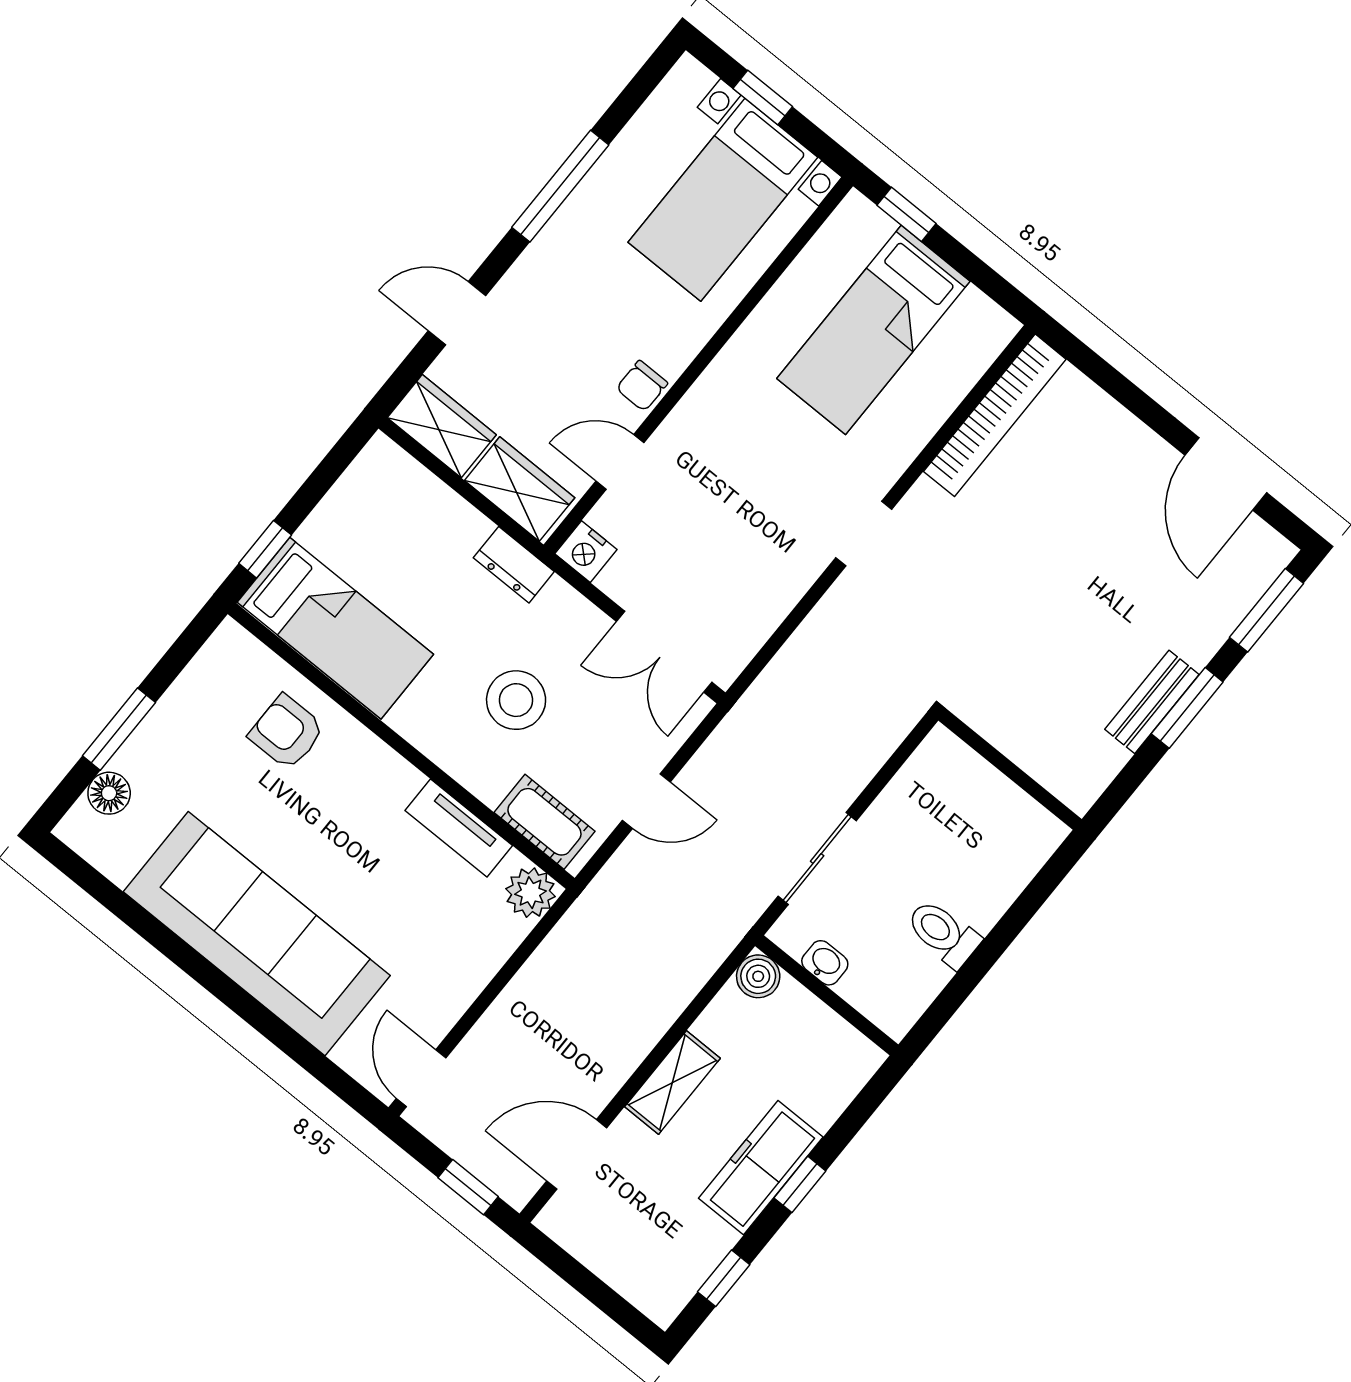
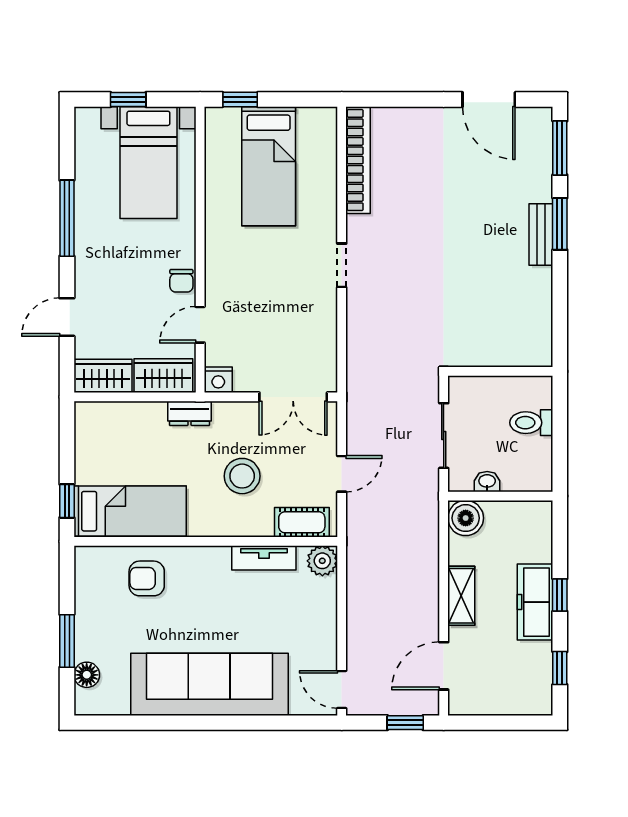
wall: (1010, 770) -> (500, 371), moved
boiler: (758, 976) -> (466, 518), width x1.36, depth x1.36

